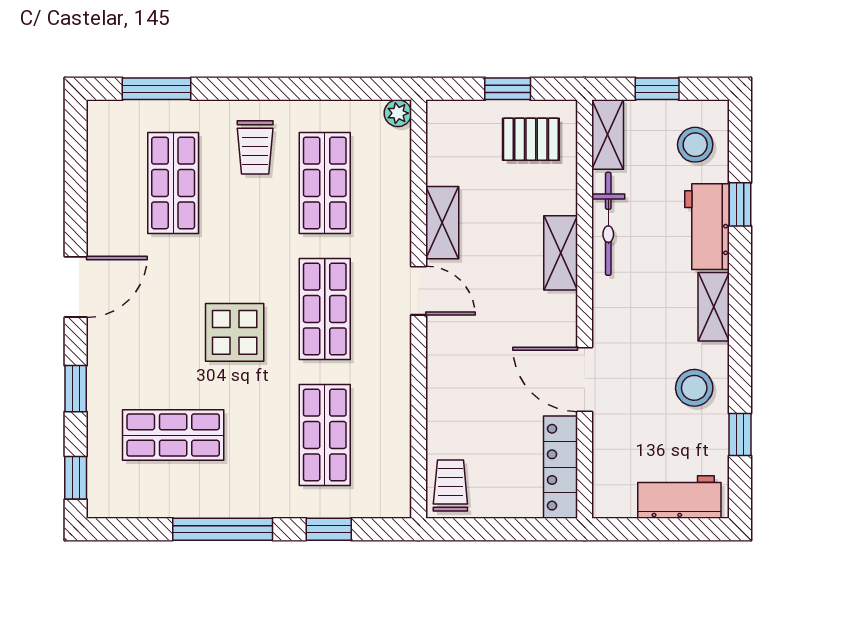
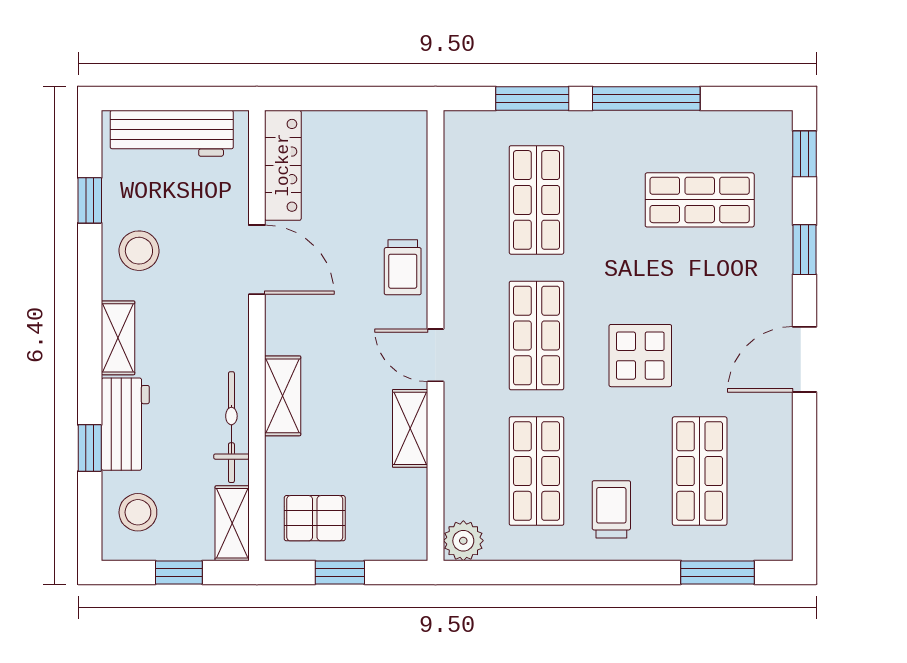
plant: (398, 113) -> (463, 541), width x1.38, depth x1.38
display table: (235, 332) -> (640, 356), moved
trolley: (450, 486) -> (403, 267), moved
workbench: (679, 497) -> (172, 133), width x1.37
window: (329, 529) -> (532, 99), width x1.50

